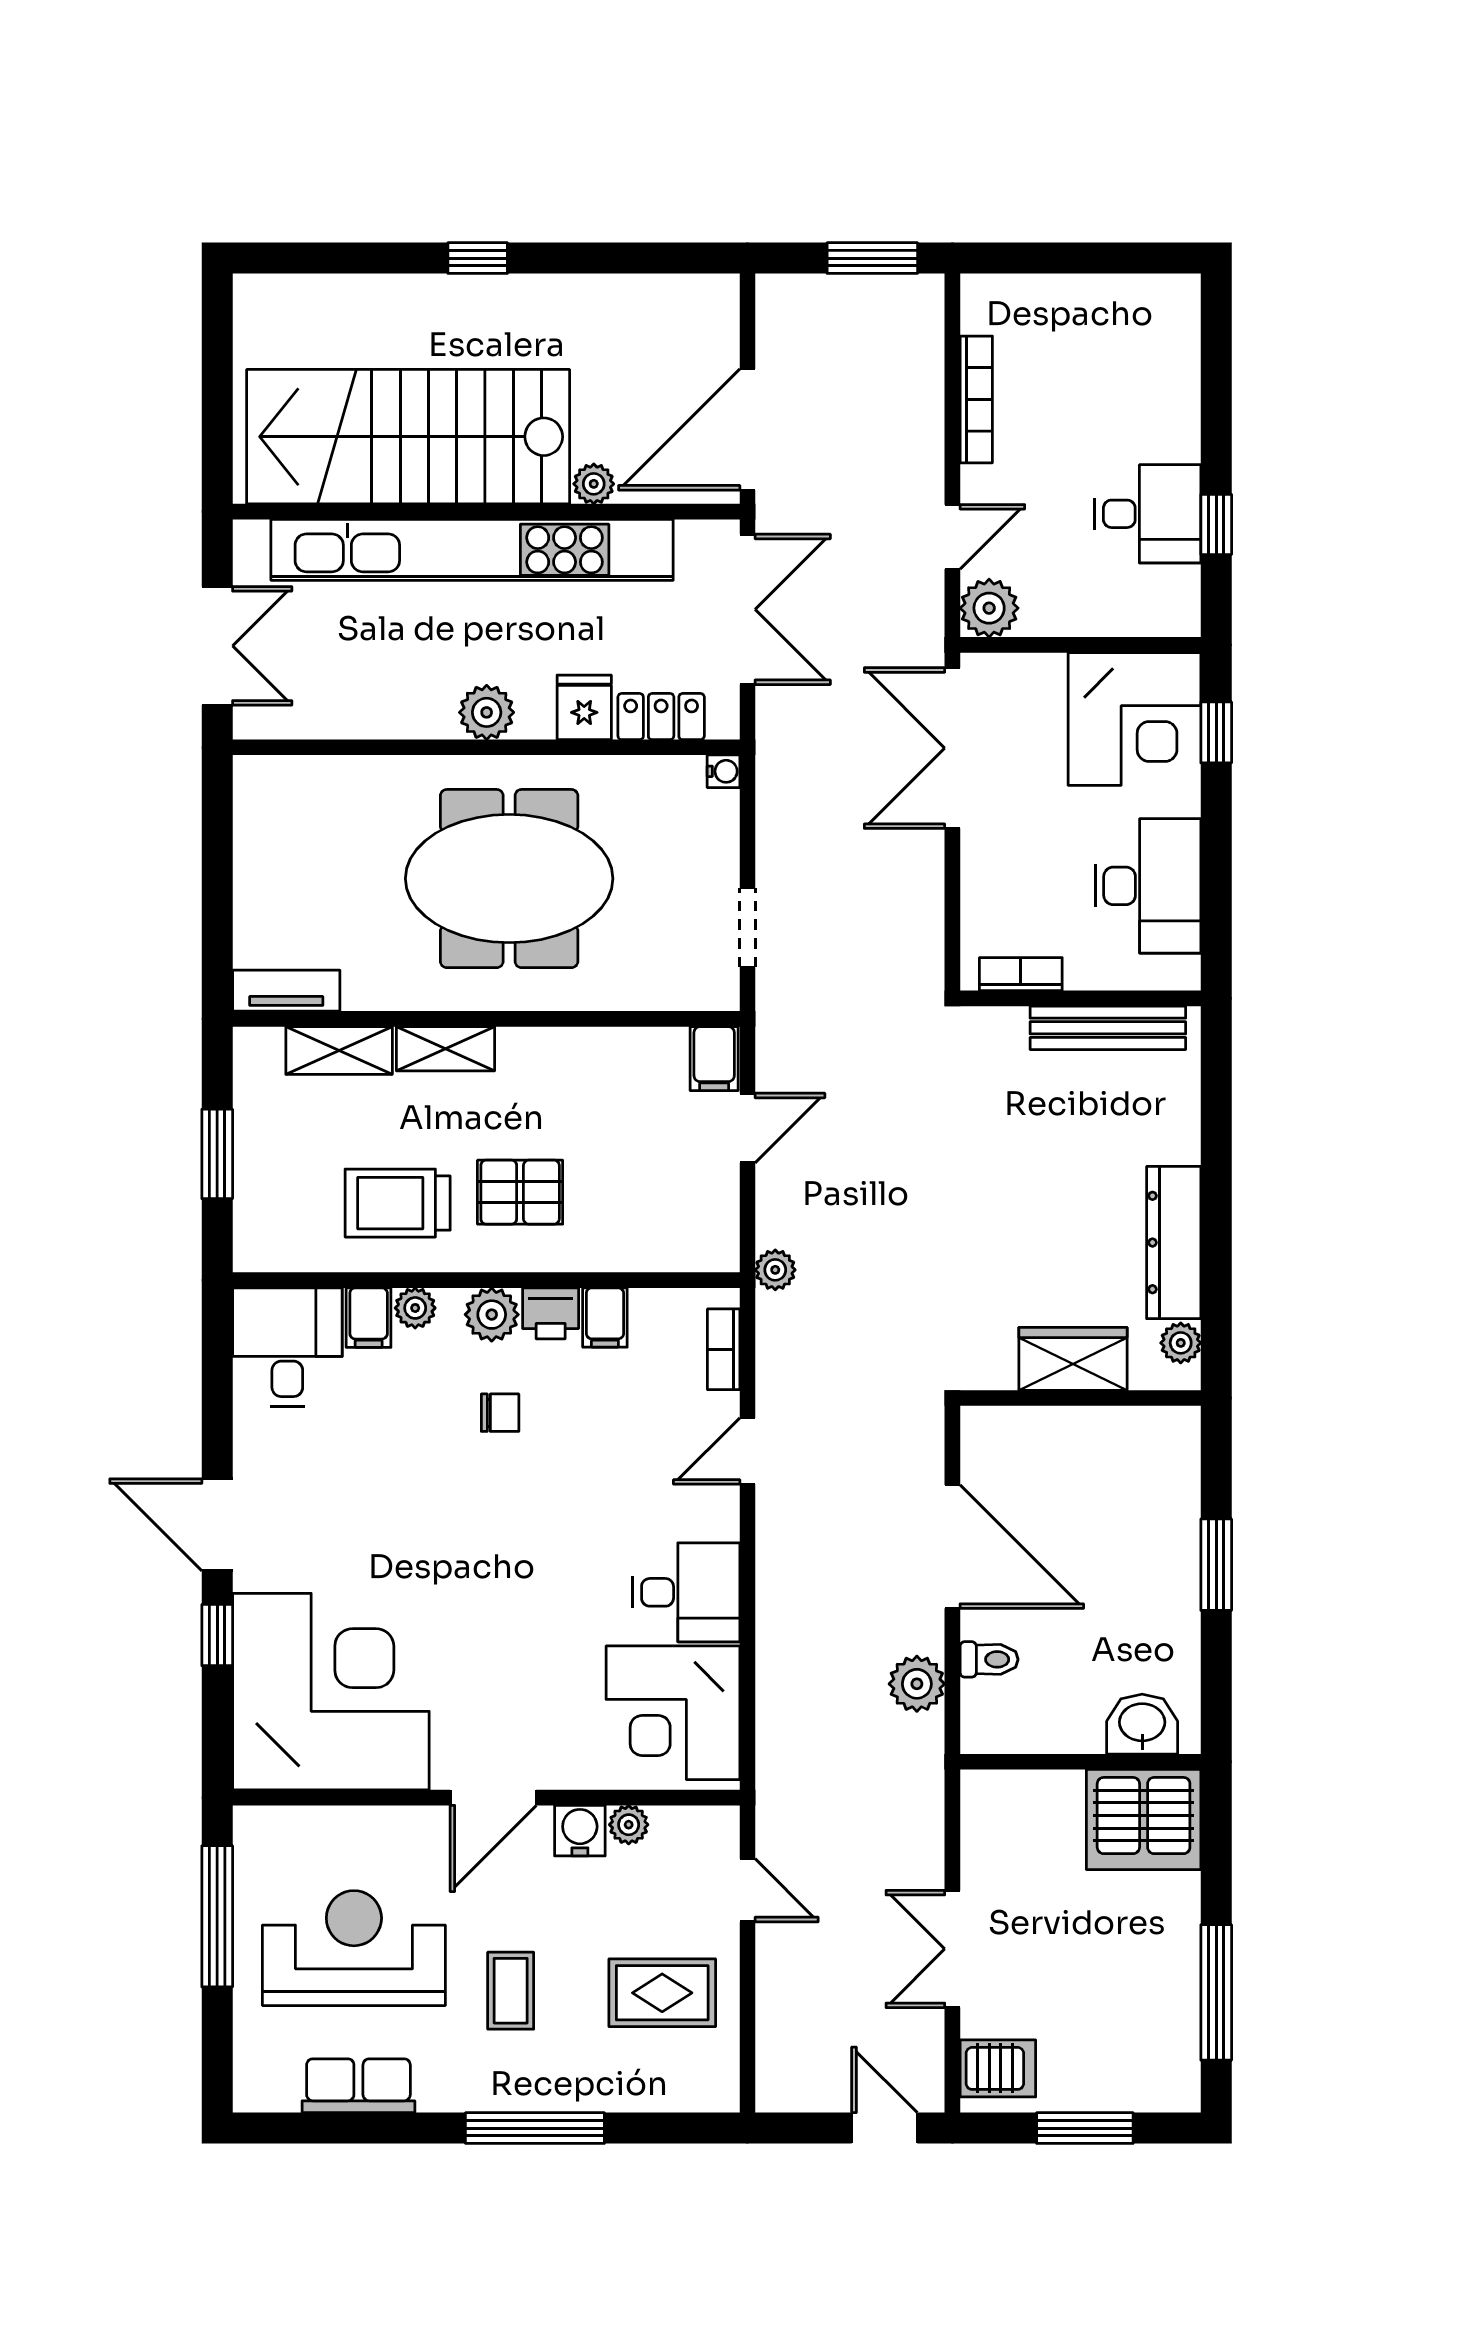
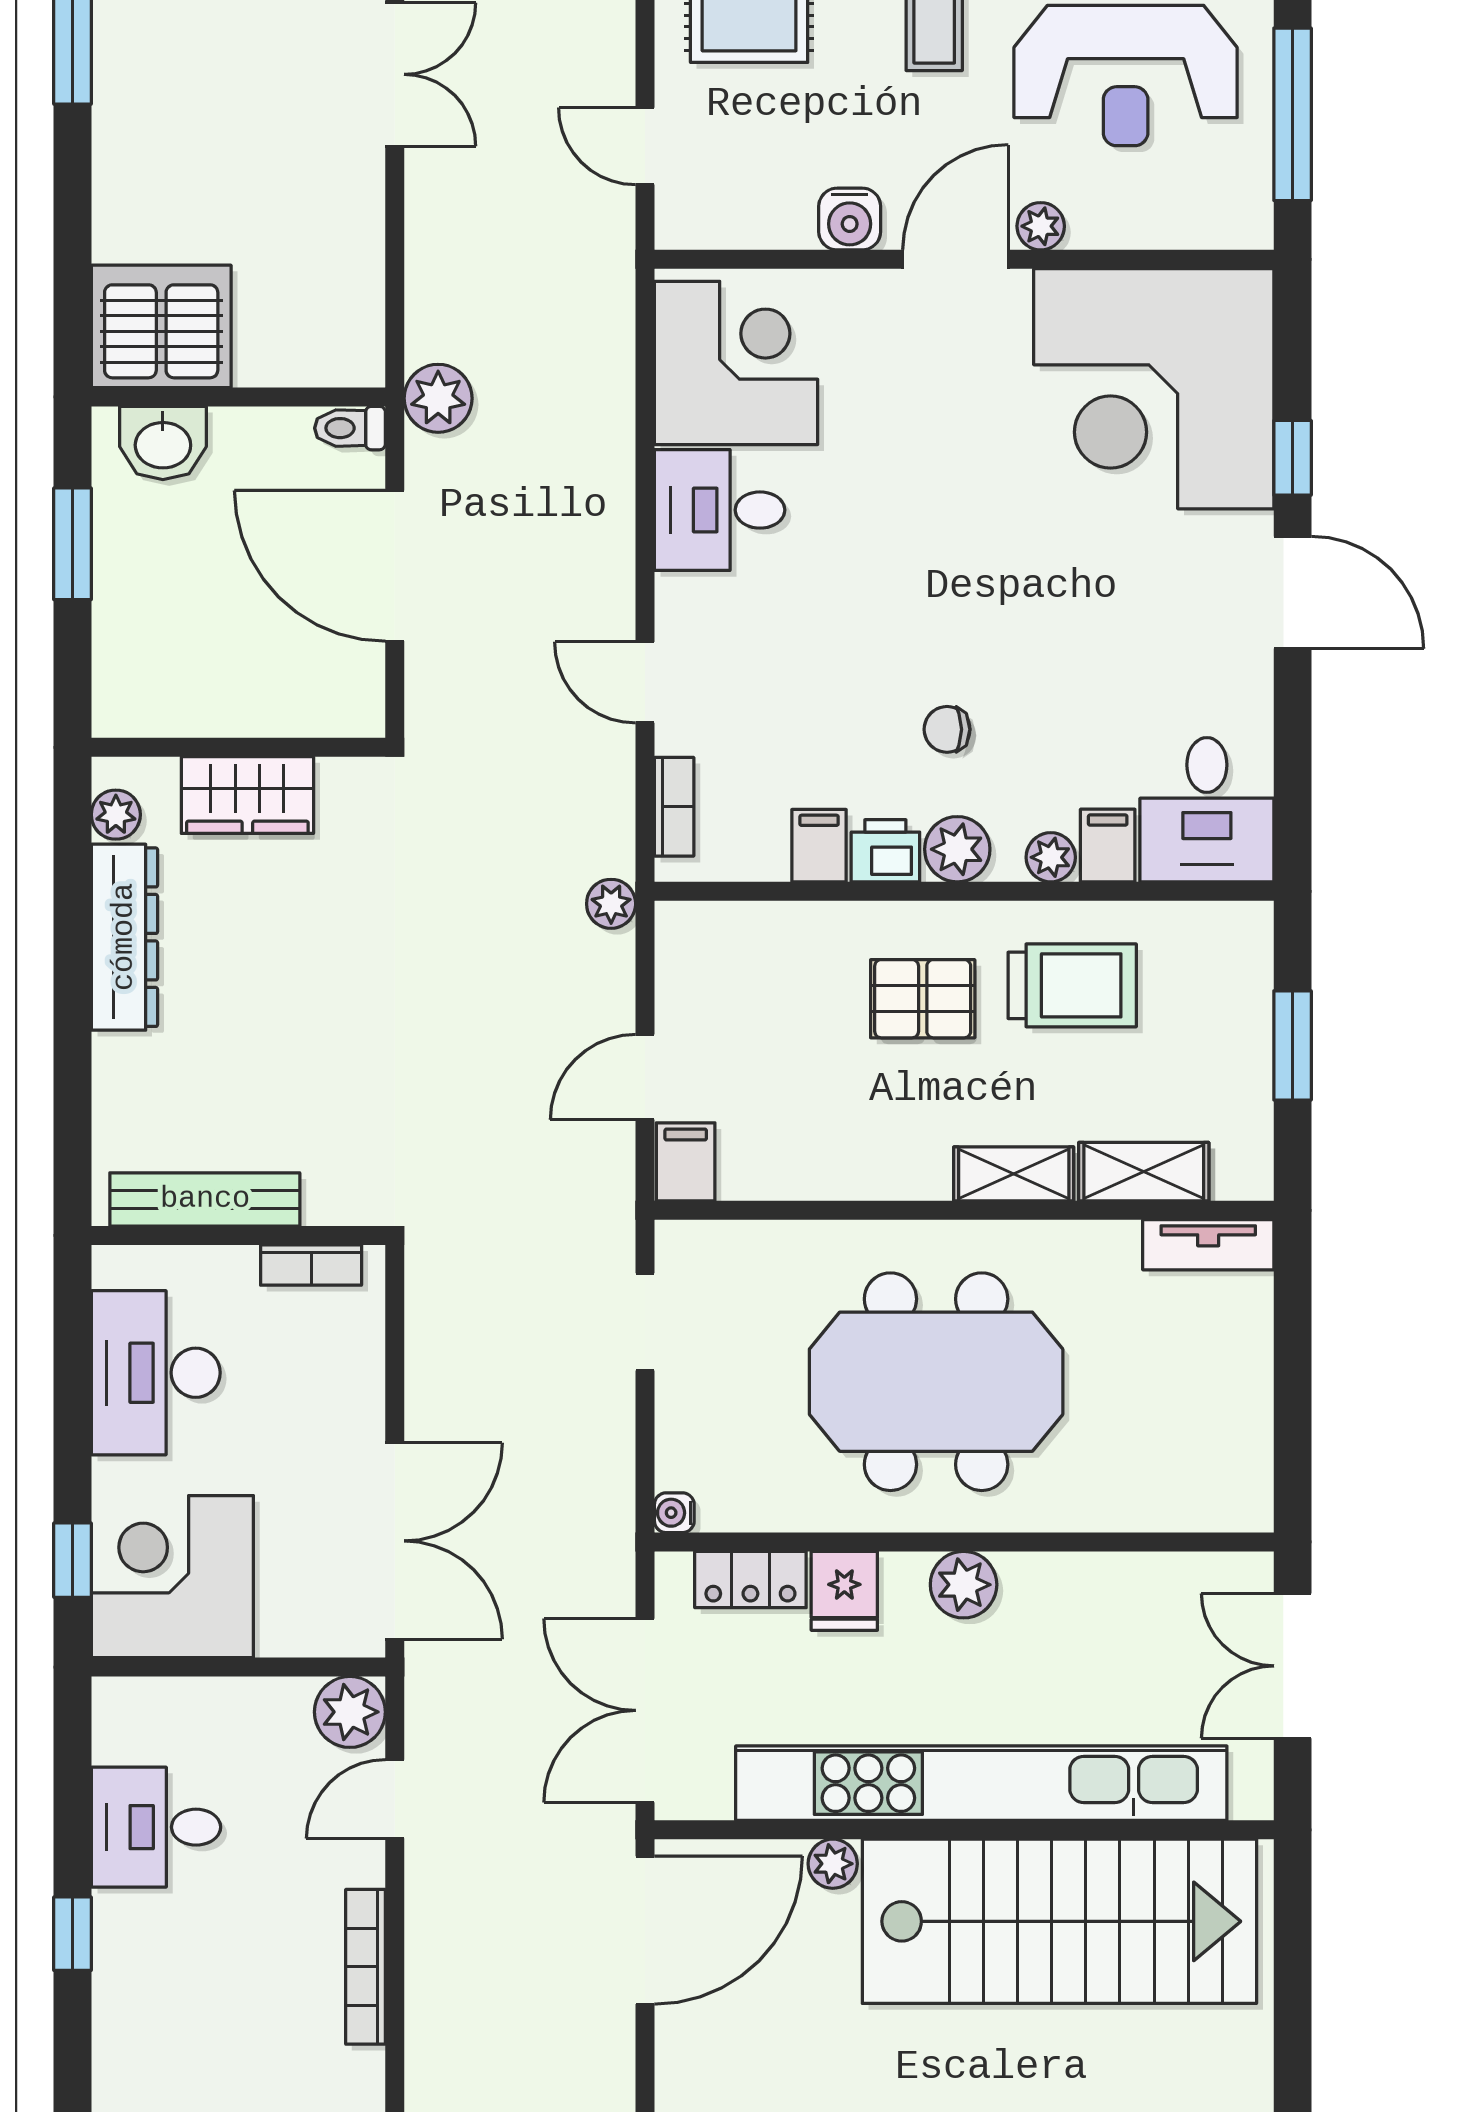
window: (1216, 524) -> (72, 1934), moved
door: (747, 1451) -> (645, 682), swing flipped
washbasin: (1142, 1724) -> (163, 443), moved
wall: (1080, 1762) -> (238, 397), moved
server rack: (1144, 1820) -> (161, 326), moved
plant: (629, 1825) -> (1041, 226), moved

